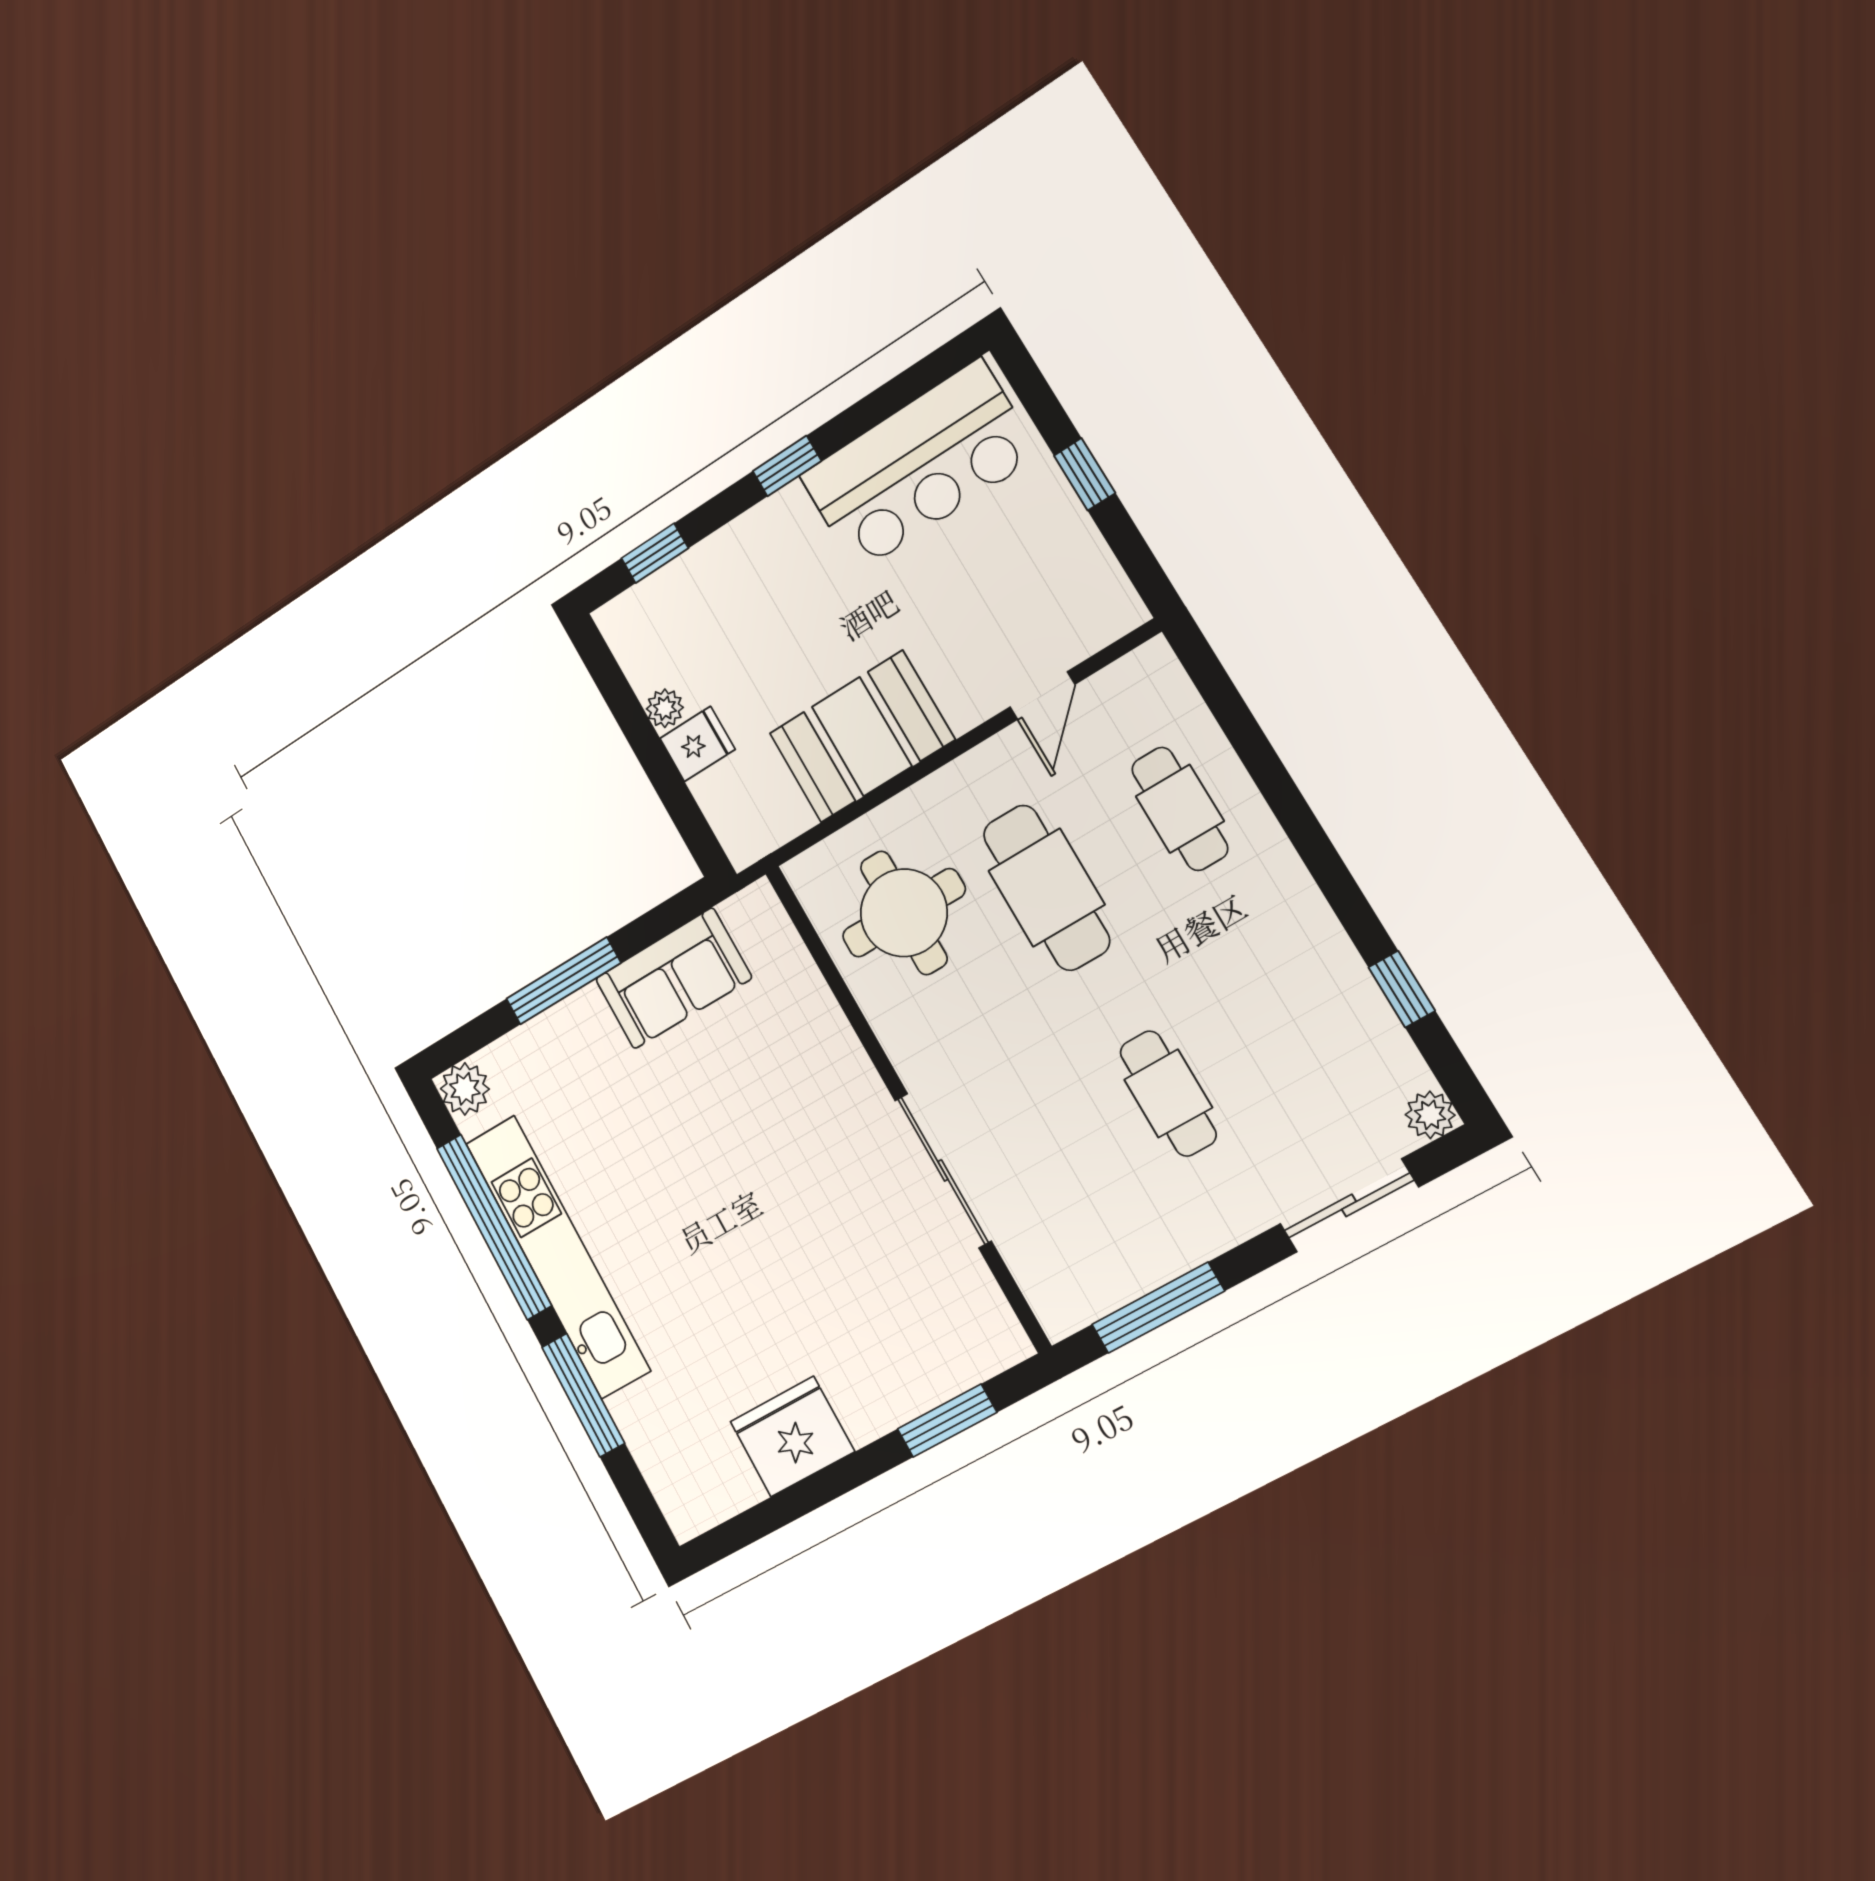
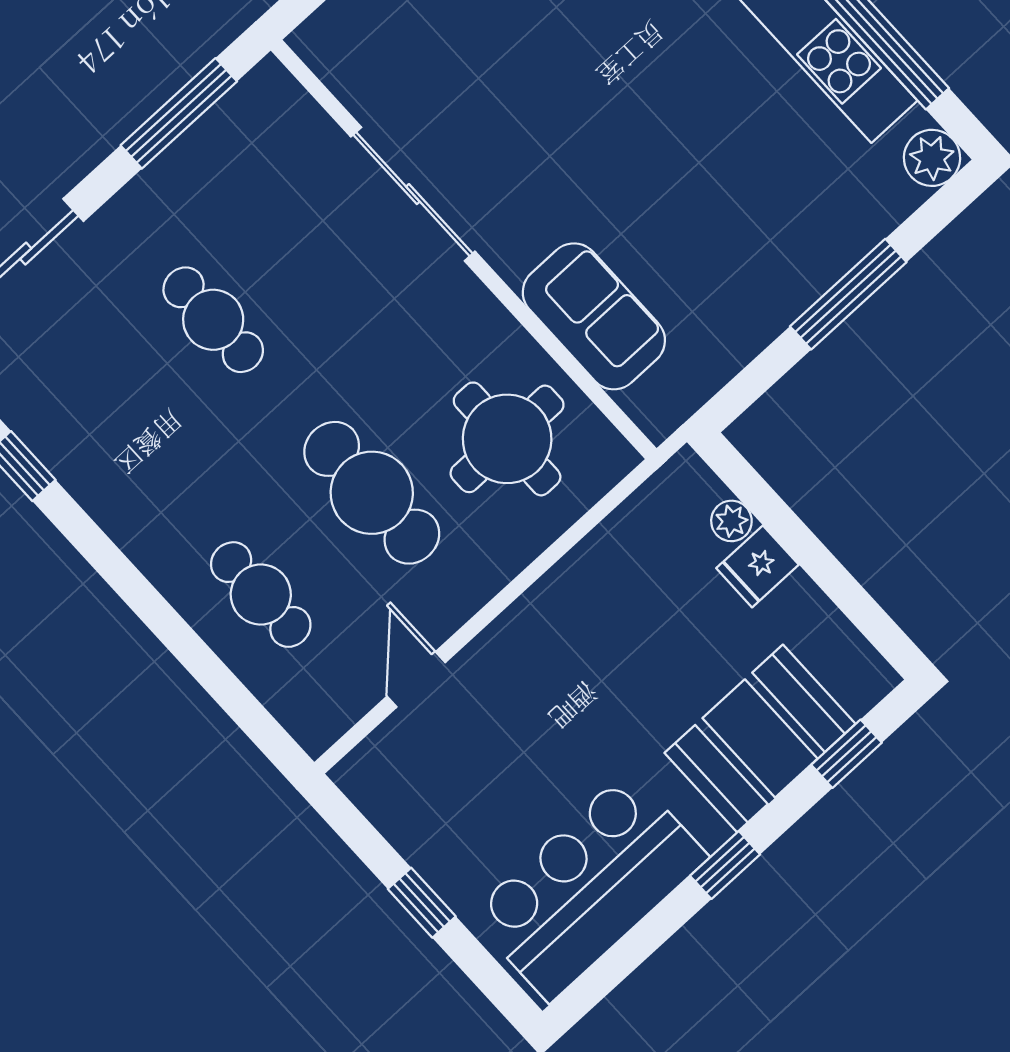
plant: (665, 708) -> (731, 521), moved
booth: (862, 736) -> (760, 738), moved
sofa: (673, 978) -> (594, 316), moved, turned 90

